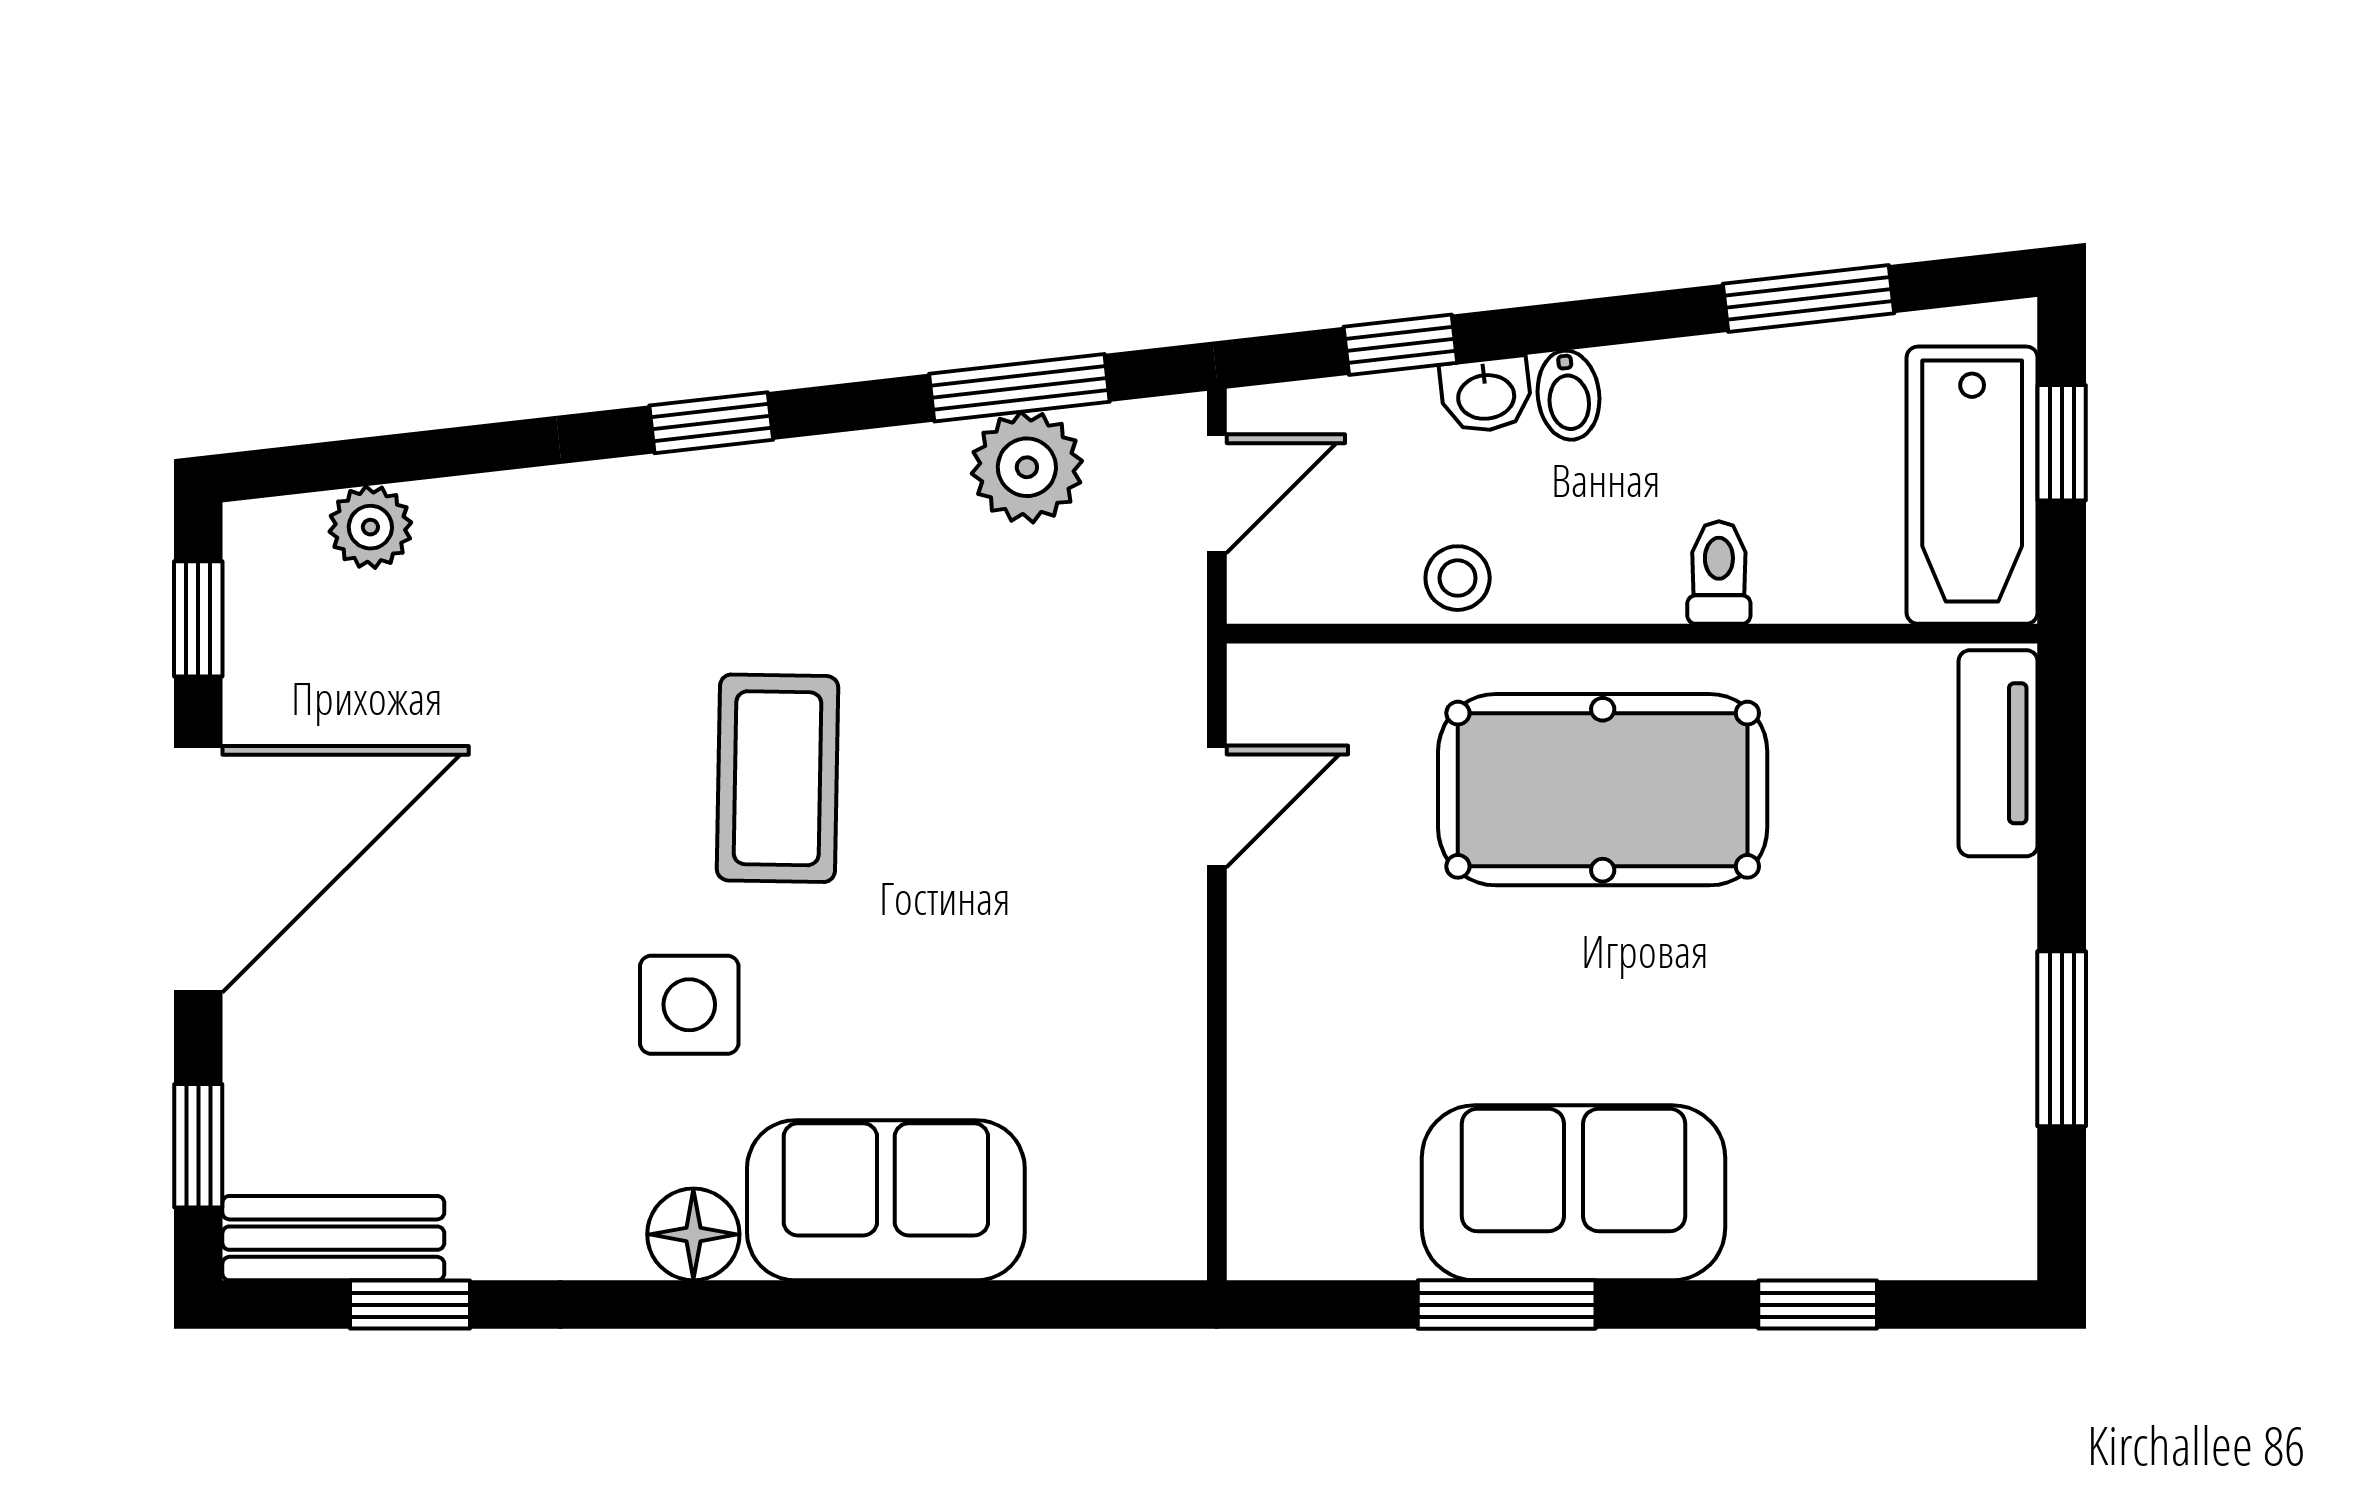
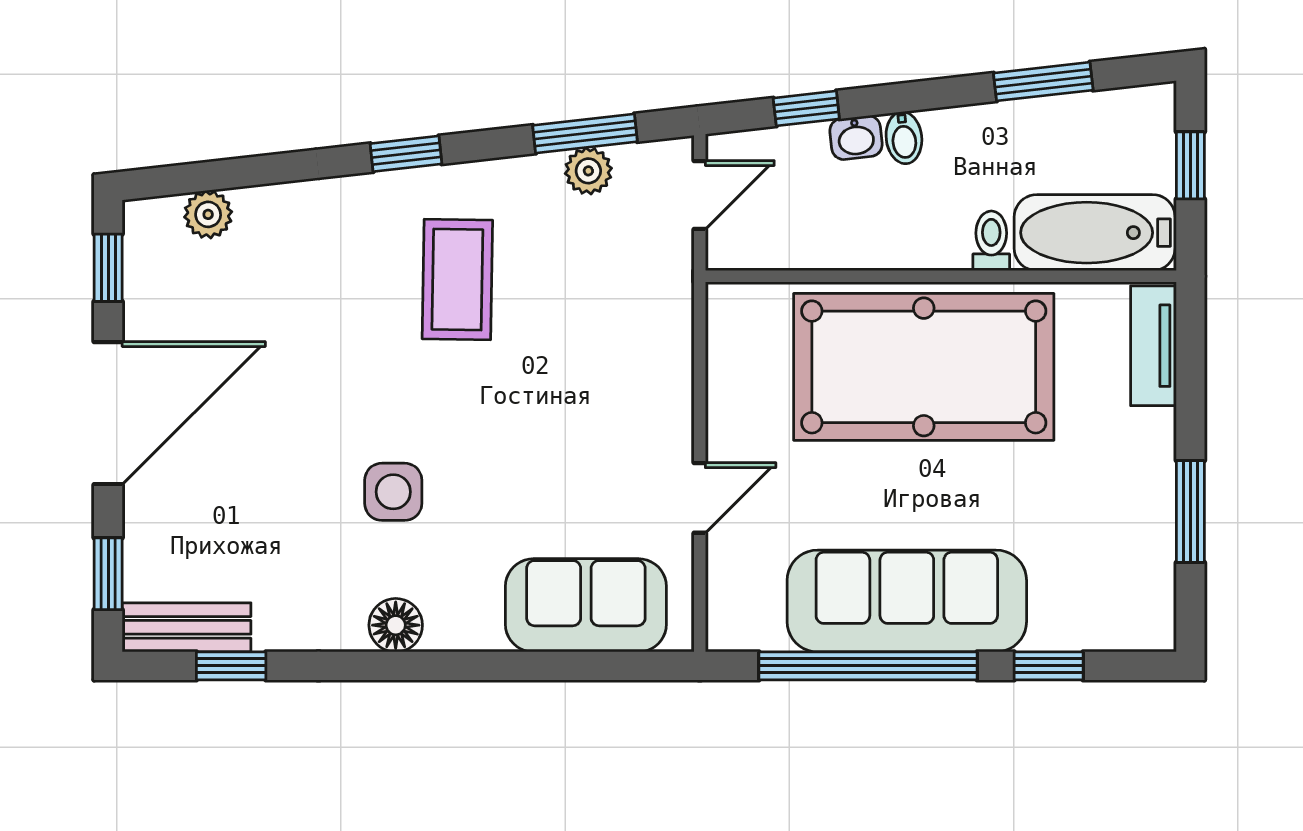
plant: (1027, 467) -> (588, 171), width x0.73, depth x0.73
bathtub: (1972, 485) -> (1095, 233), moved, turned 90
stool: (1458, 578) -> (839, 244), removed
coffee table: (777, 778) -> (457, 280), moved
pool table: (1603, 790) -> (924, 367), width x1.36, depth x1.32
door: (1217, 806) -> (700, 498), moved
sofa: (1573, 1193) -> (907, 601), width x1.36
sofa: (886, 1200) -> (586, 605), moved
window: (1507, 1305) -> (868, 666), width x2.11

